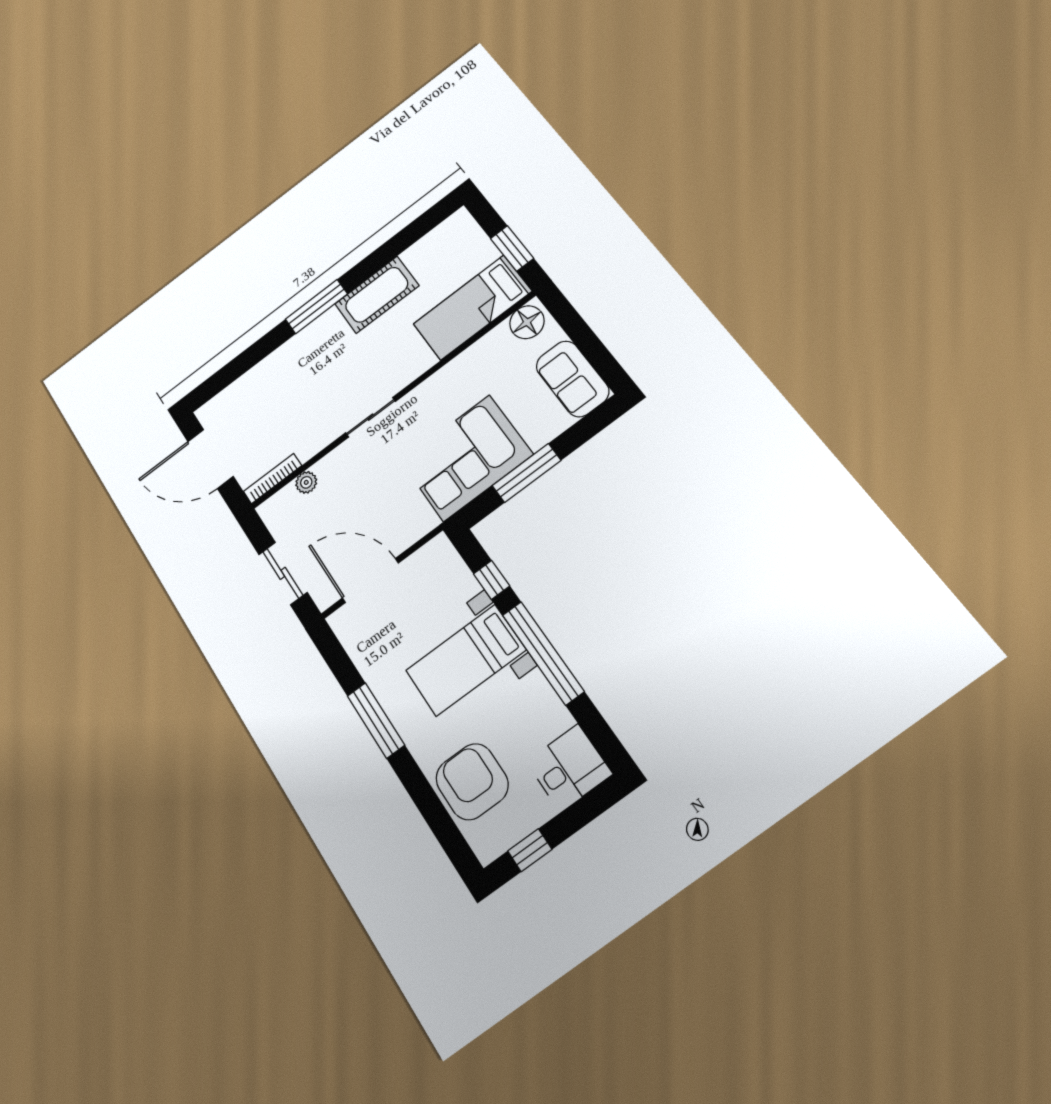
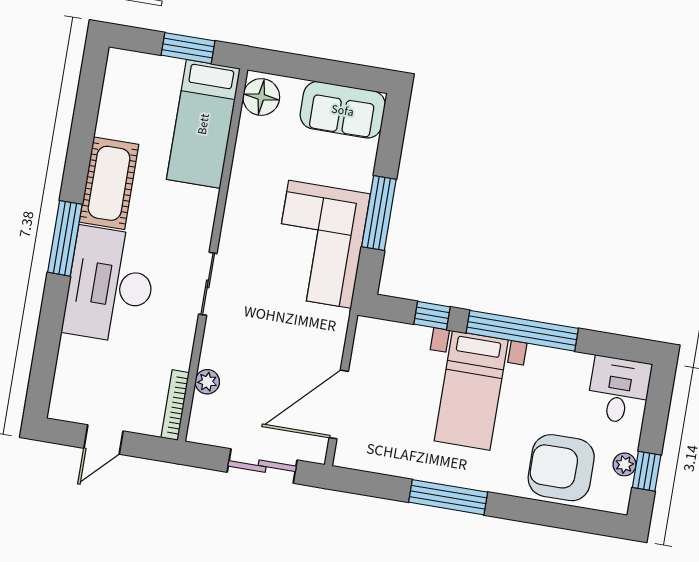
desk: (312, 362) -> (110, 285), added
door: (210, 459) -> (103, 440), width x0.53
plant: (519, 828) -> (625, 464), added

